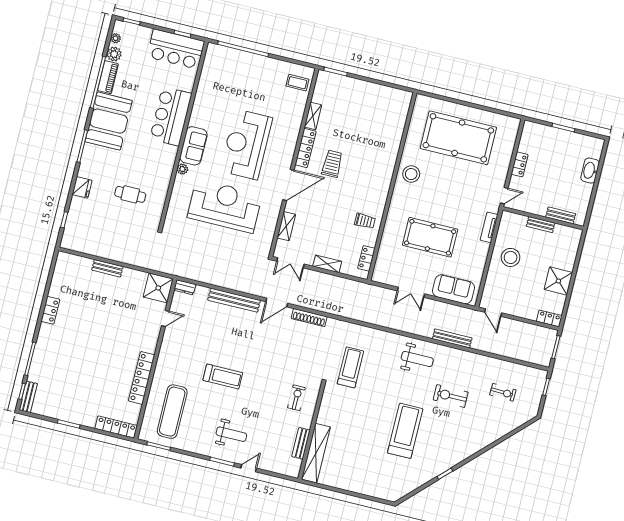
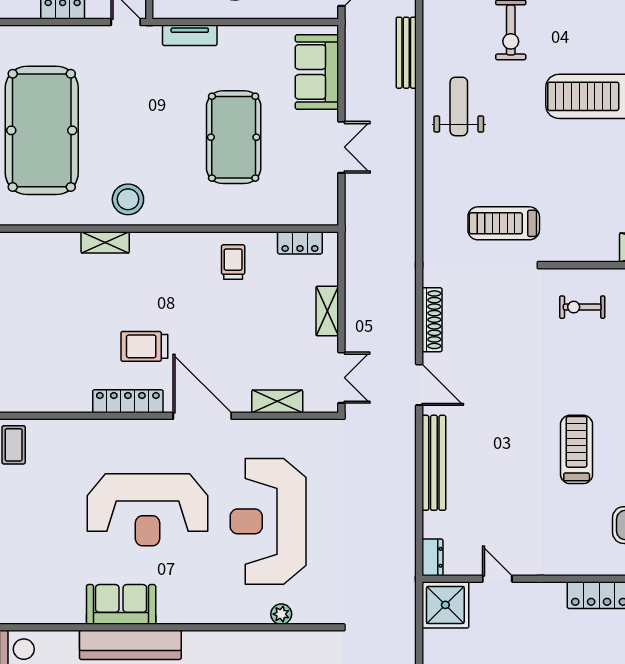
shelving: (313, 116) -> (105, 242), moved
sofa: (193, 146) -> (121, 604), moved
plant: (182, 169) -> (281, 614), moved

